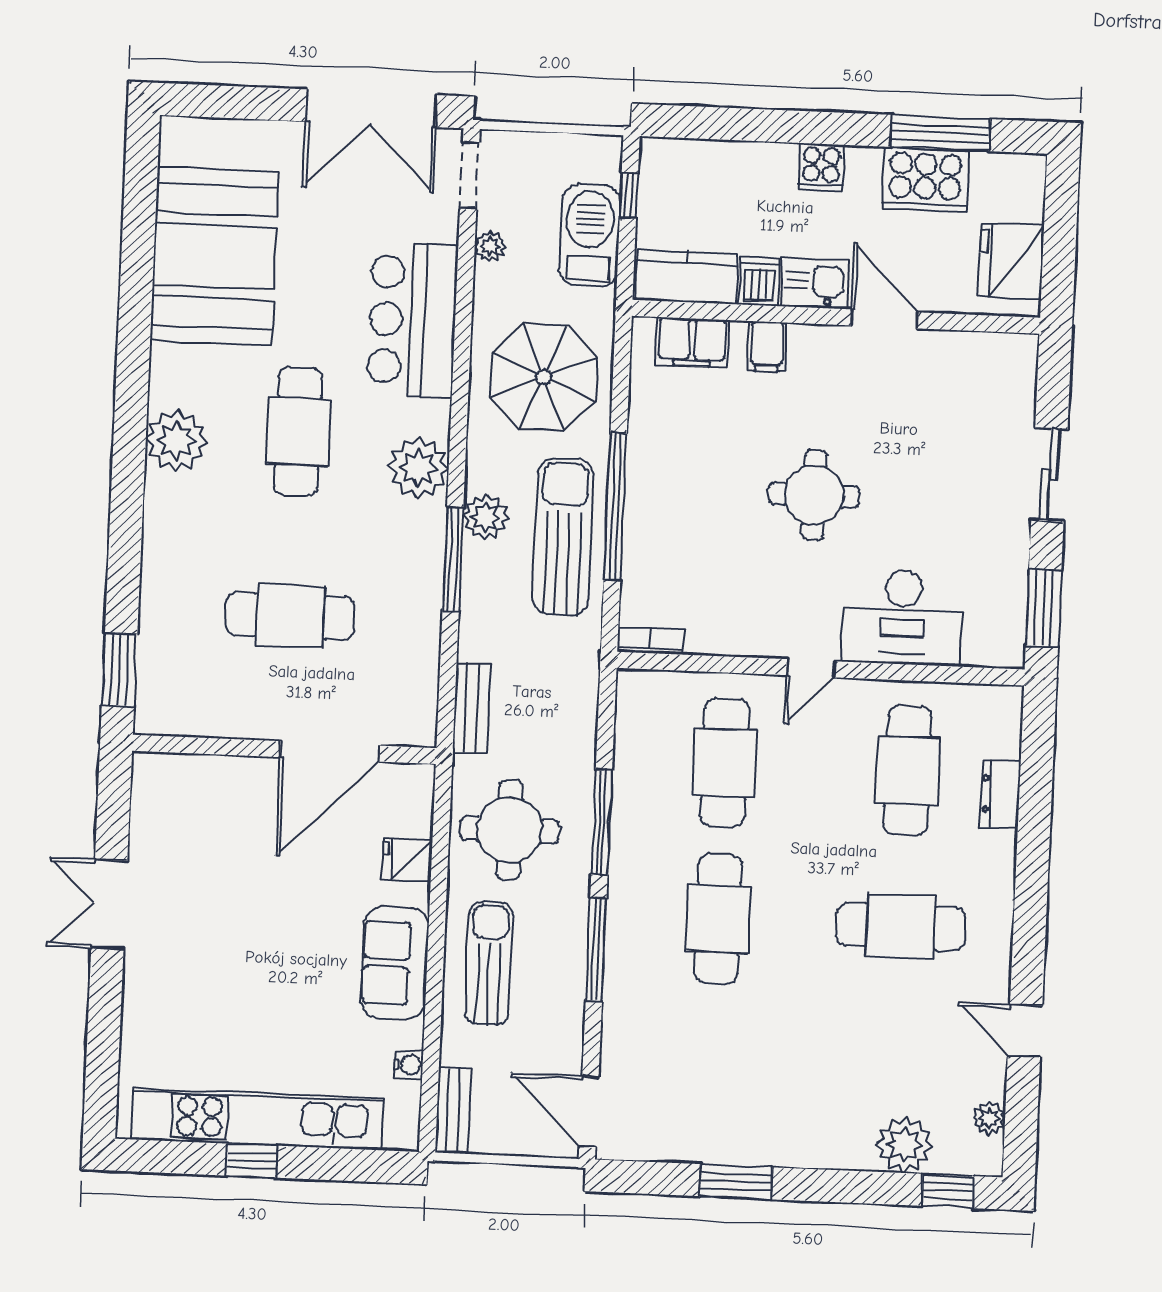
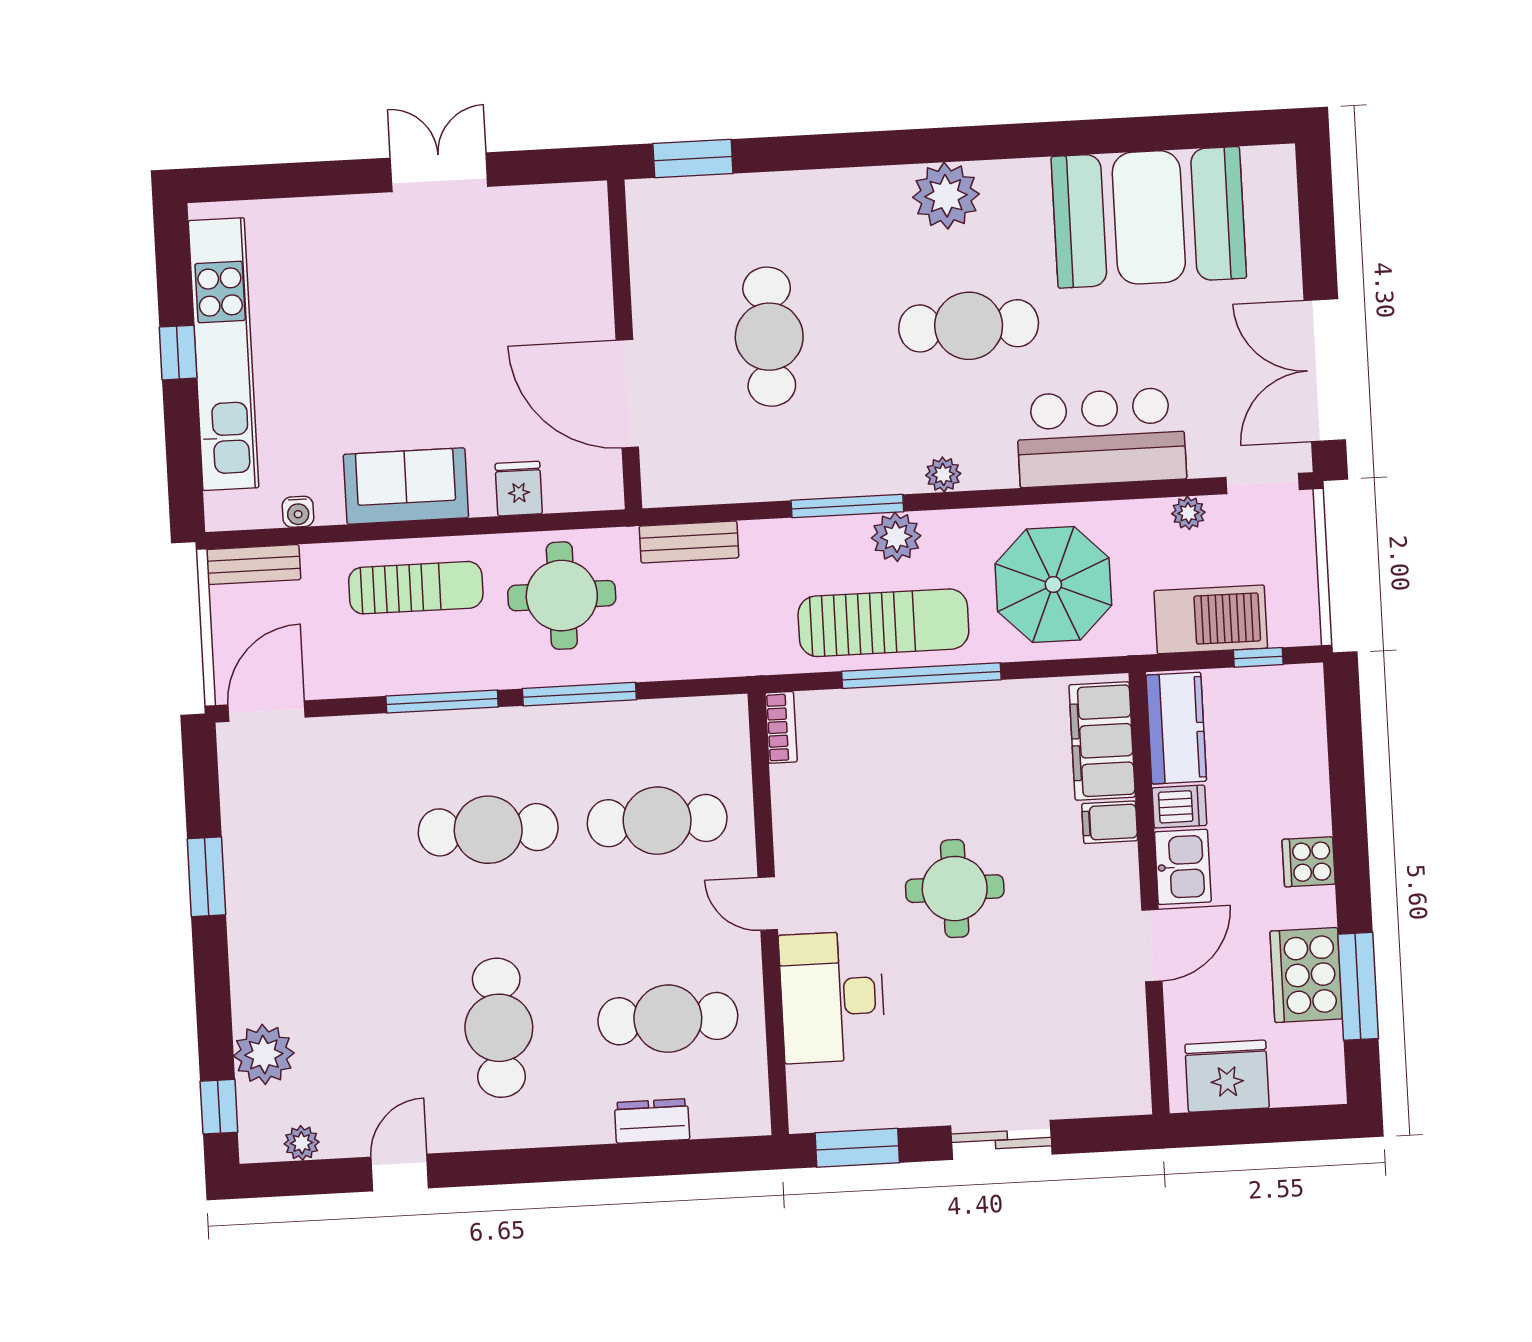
filing cabinet: (692, 342) -> (1102, 741), width x1.50, depth x1.17
plant: (418, 468) -> (943, 474), width x0.53, depth x0.53

